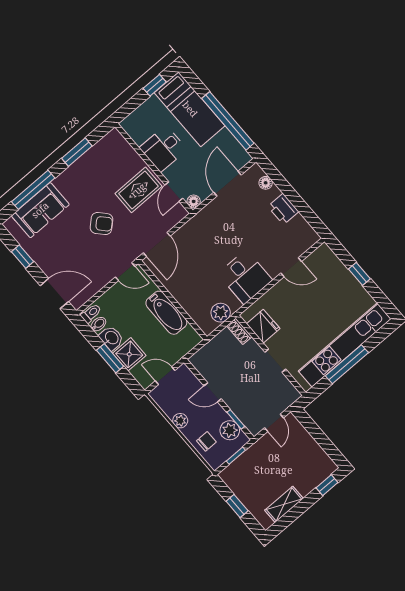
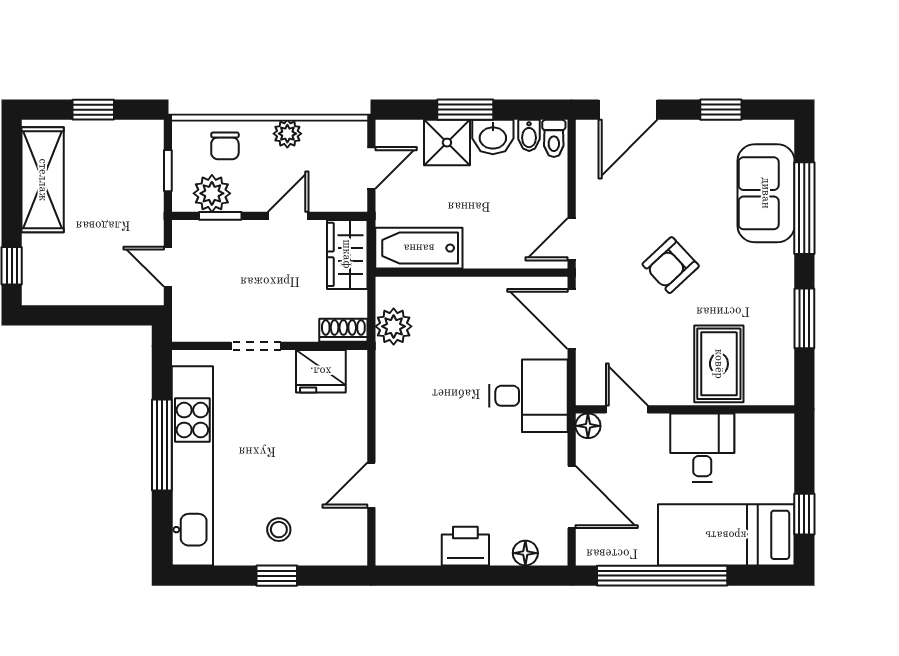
rug: (138, 190) -> (719, 364), moved
desk: (245, 277) -> (528, 396), moved, turned 180
stool: (340, 289) -> (279, 530), added
bathtub: (166, 313) -> (419, 248), moved
wardrobe: (208, 356) -> (347, 254), added
shelving: (284, 504) -> (43, 180), width x1.50, depth x1.33

